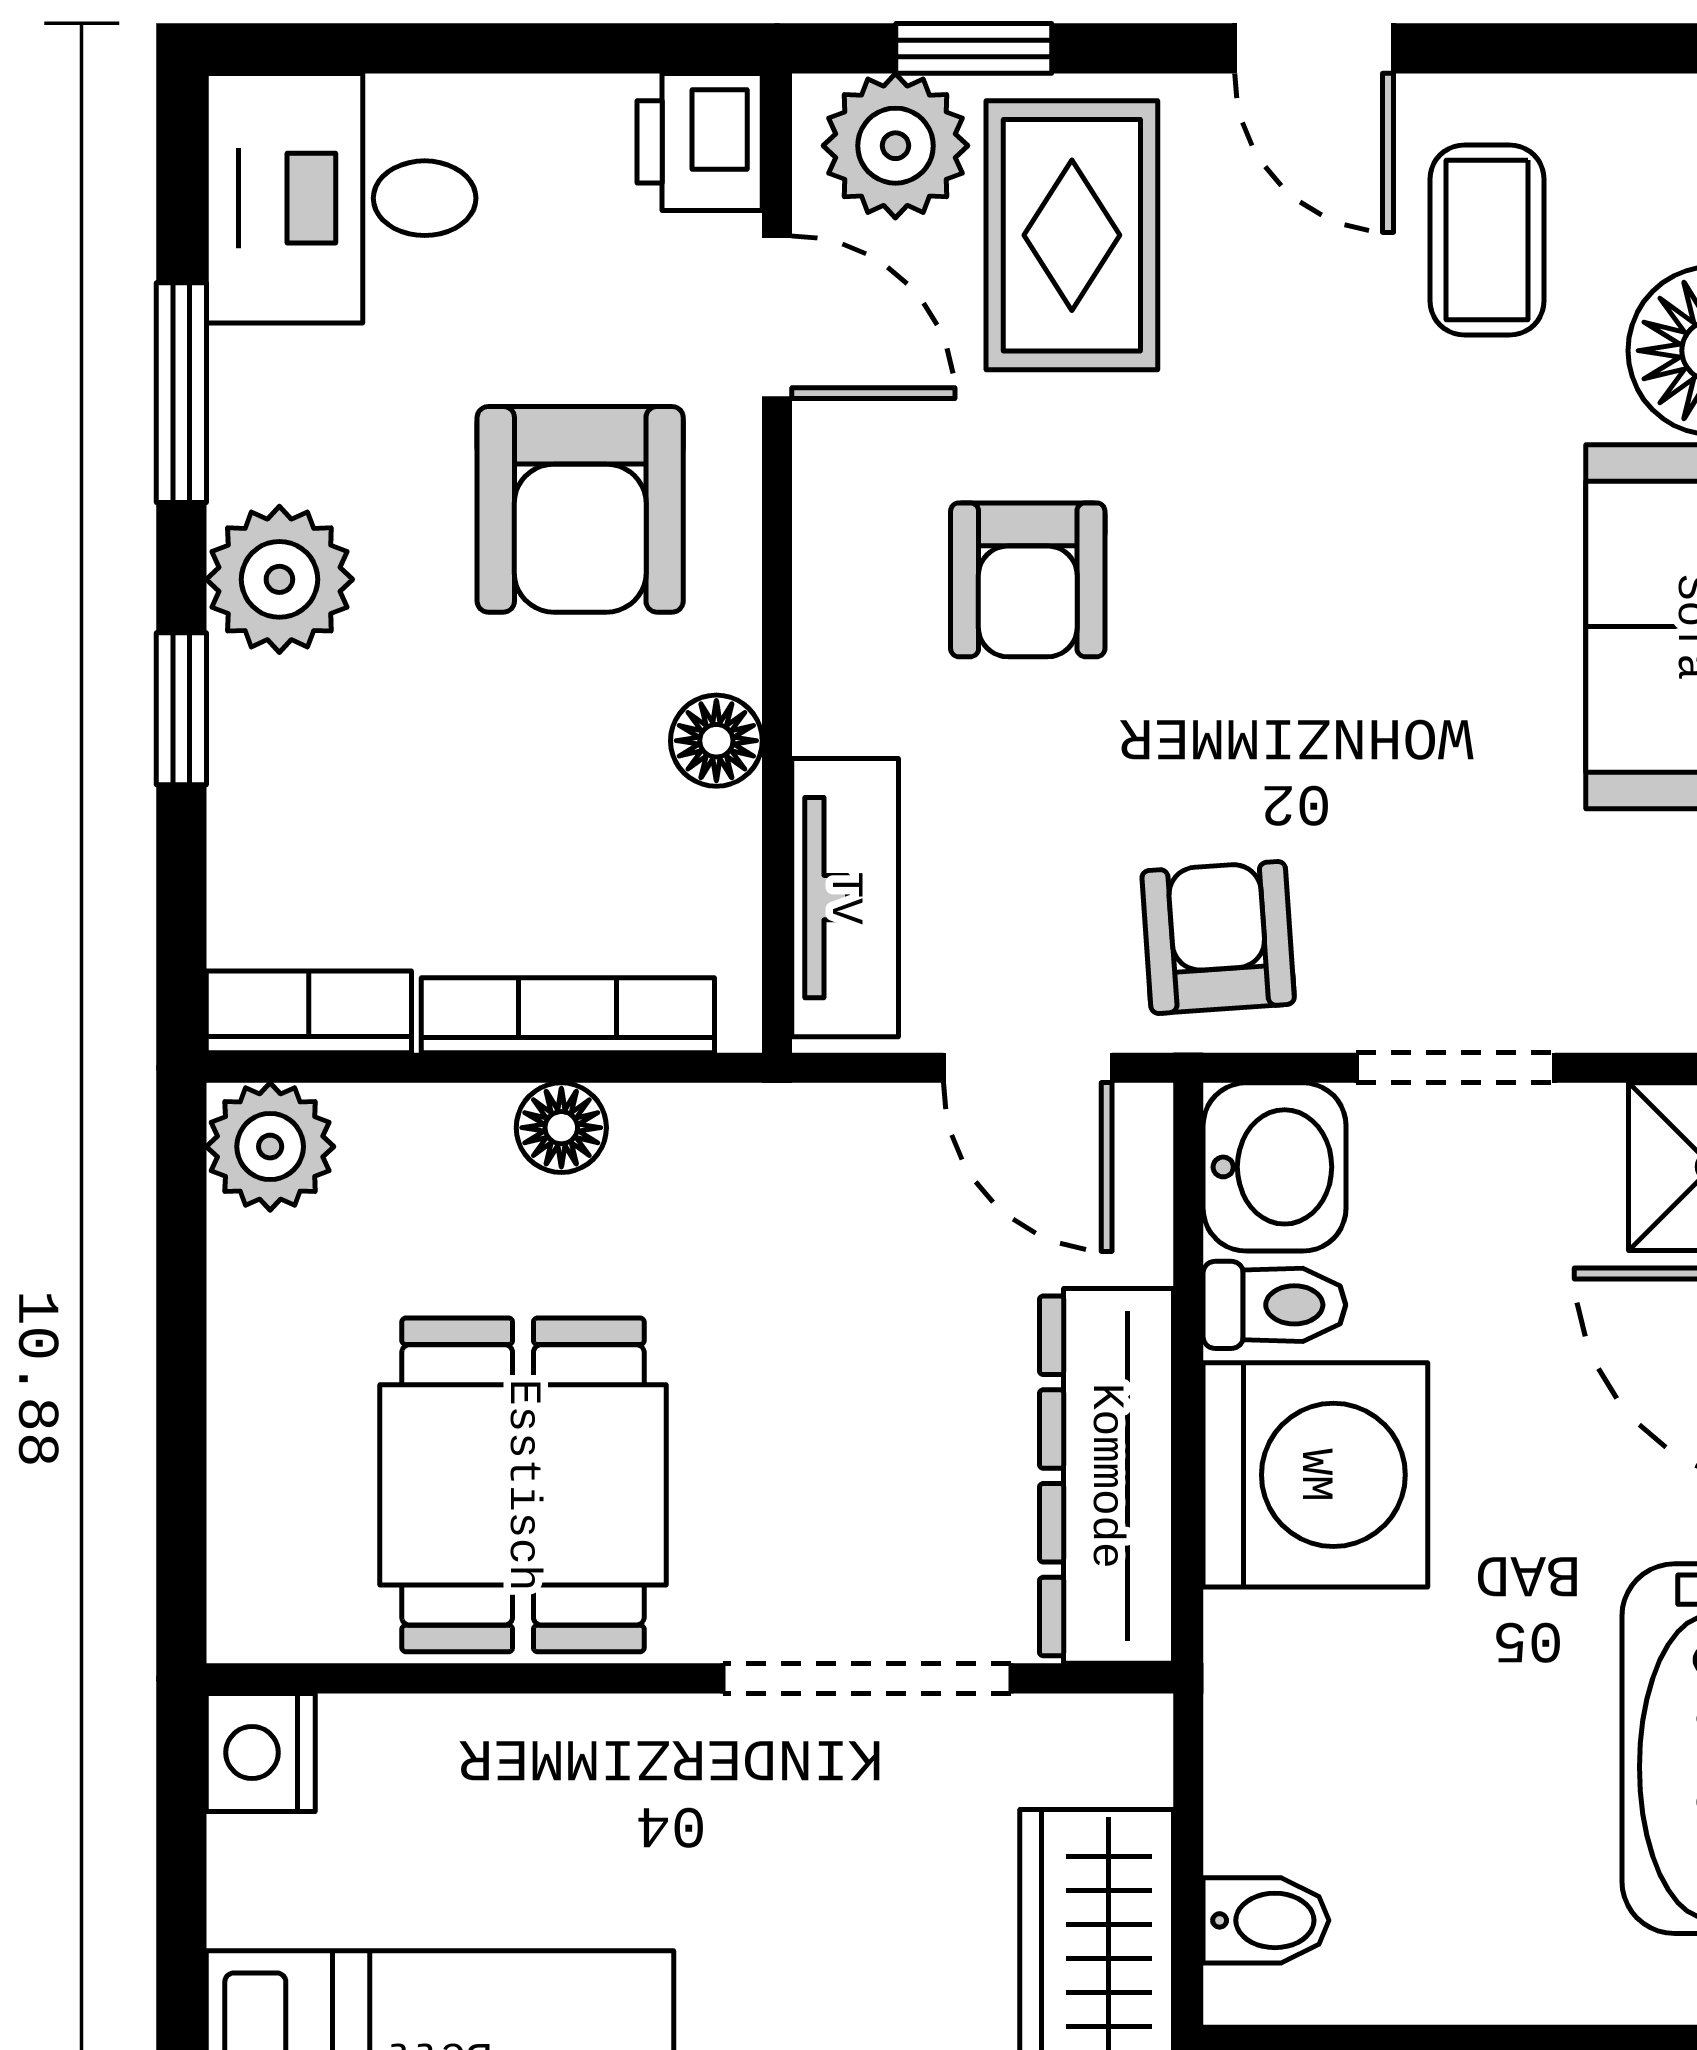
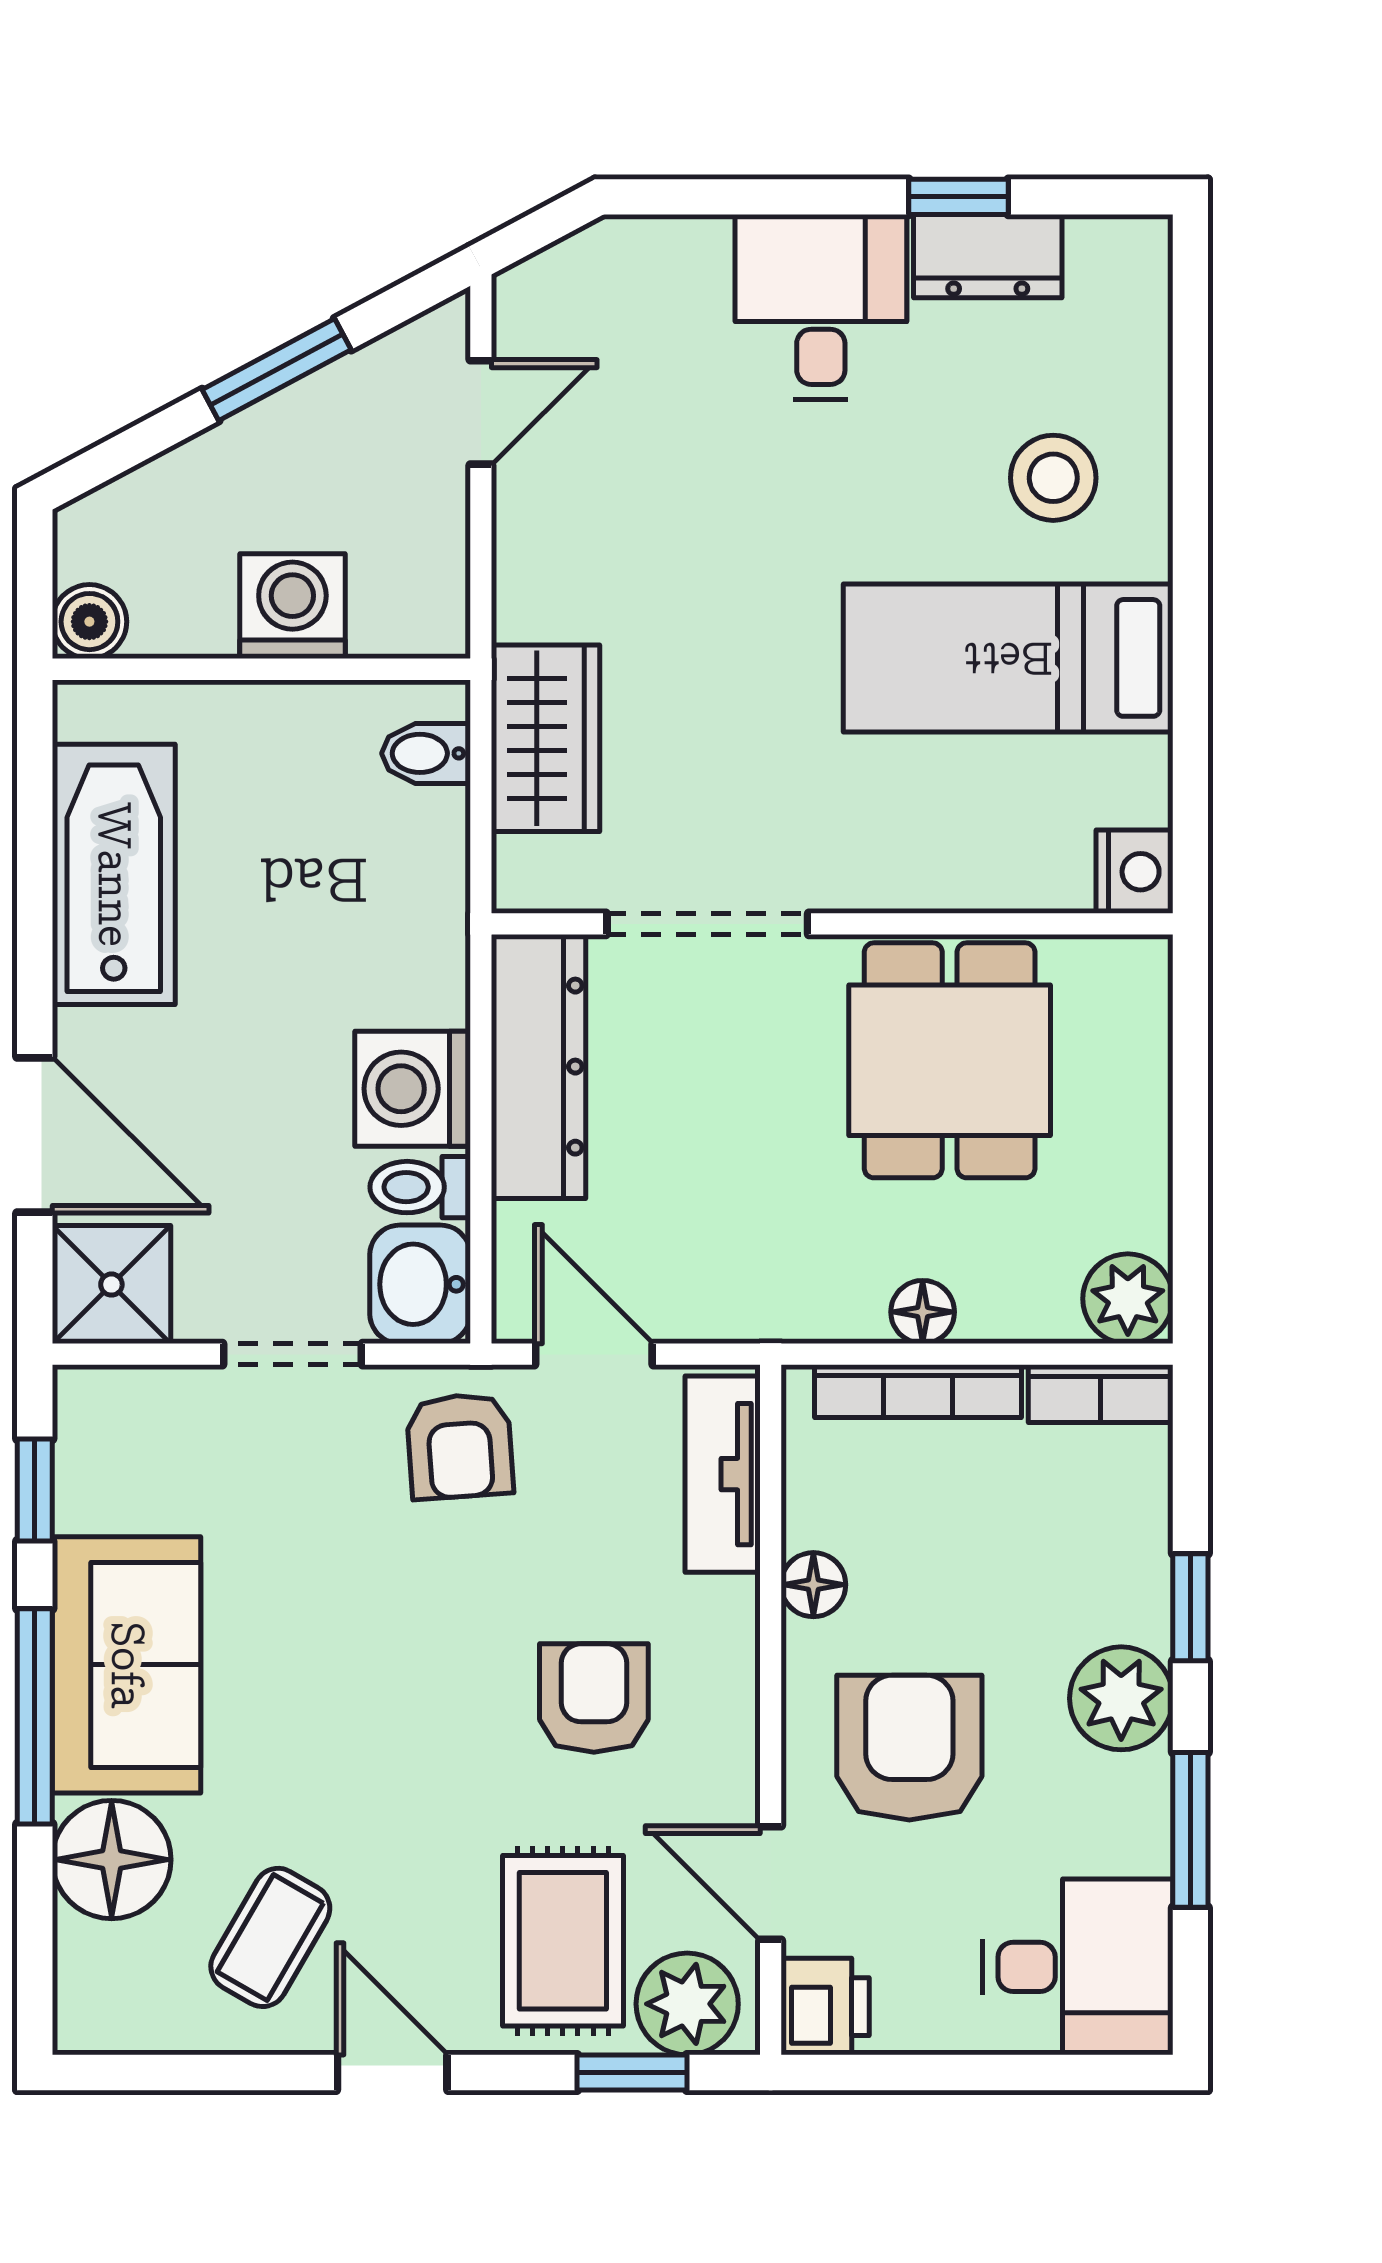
coffee table: (1487, 240) -> (270, 1937), turned 30
washing machine: (1315, 1475) -> (413, 1089), width x0.73, depth x0.73

